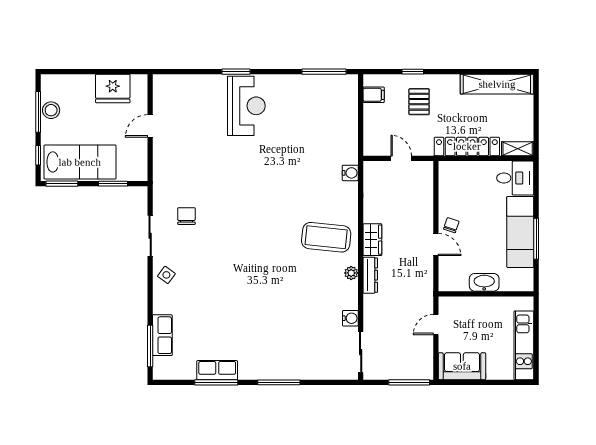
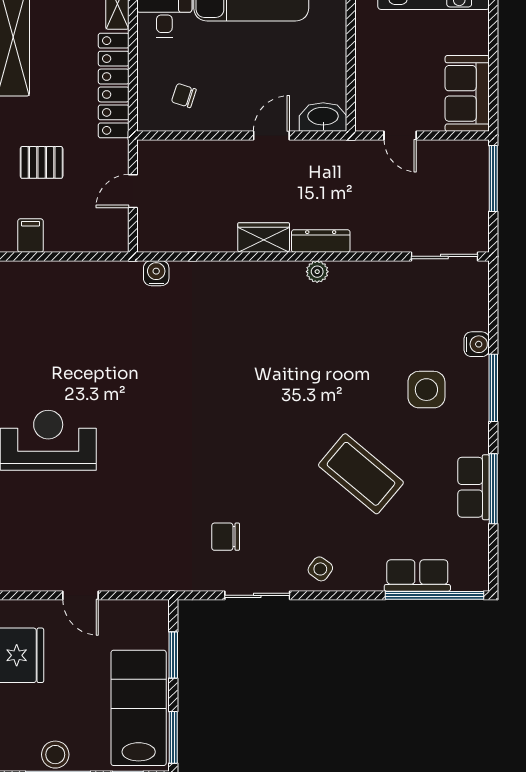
chair: (451, 225) -> (184, 96), moved
coffee table: (326, 237) -> (361, 474), moved, turned -56
washbasin: (484, 282) -> (323, 117), moved, turned 90
water cooler: (350, 318) -> (477, 344), moved, turned 90
side table: (278, 341) -> (426, 390), added
window: (150, 346) -> (435, 595), width x1.46

